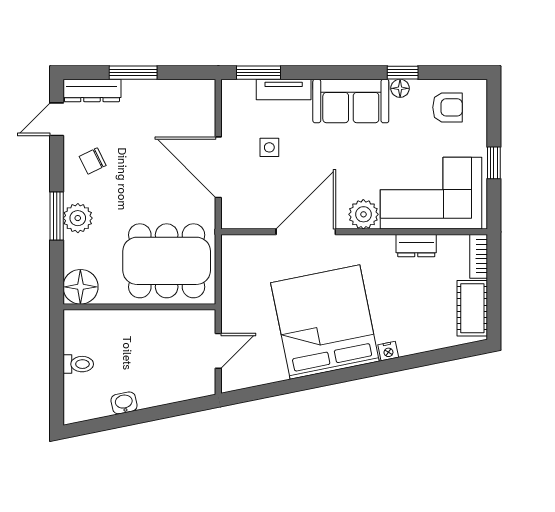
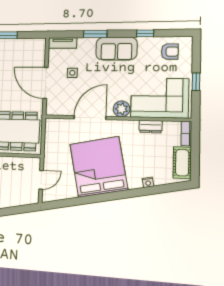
window: (258, 73) -> (95, 34), moved
floor lamp: (400, 88) -> (143, 42), removed
tv unit: (284, 90) -> (63, 43), moved
nightstand: (388, 351) -> (148, 182), moved

